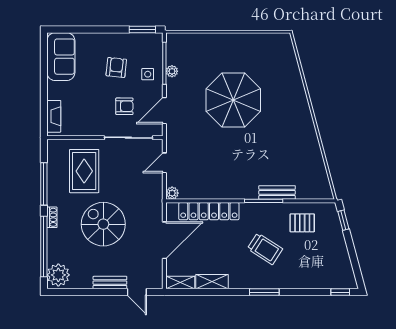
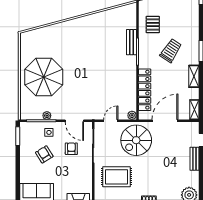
armchair: (116, 67) -> (44, 154), turned 52
parasol: (233, 100) -> (44, 77), moved
door: (164, 163) -> (111, 121), swing flipped
spiral stairs: (103, 224) -> (136, 140), moved
door: (164, 240) -> (165, 121), hinge flipped
shelving: (212, 282) -> (194, 76), moved

